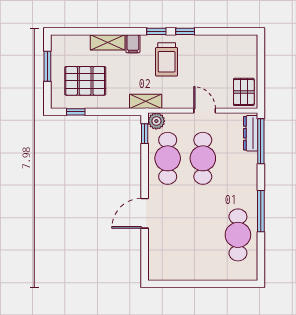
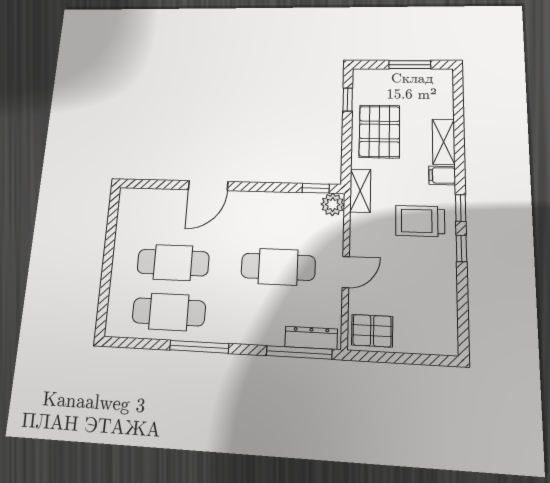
pallet: (85, 81) -> (379, 131), moved
cafe table: (168, 158) -> (173, 263), moved
door: (145, 213) -> (208, 186), swing flipped

